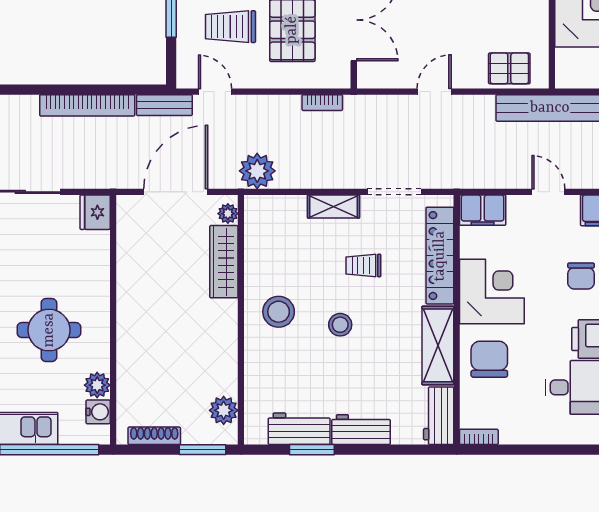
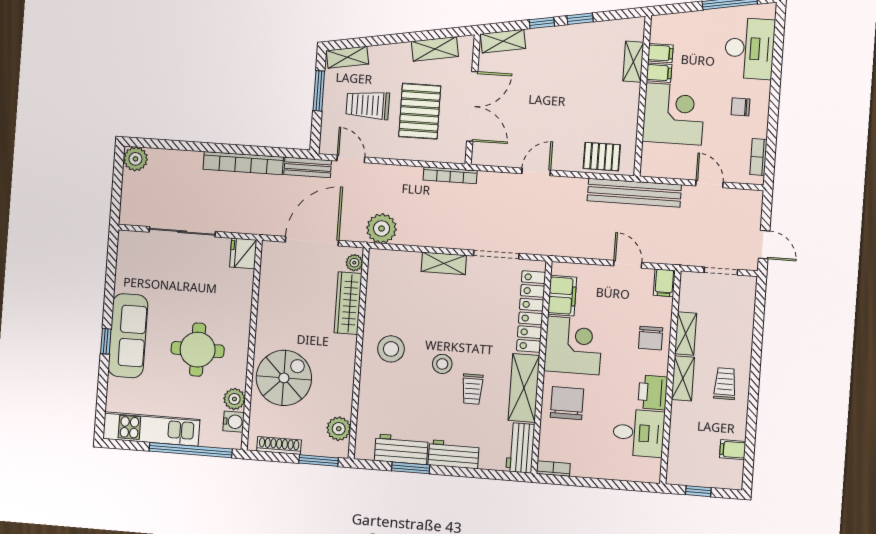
bookcase: (322, 103) -> (450, 175), width x1.56
filing cabinet: (483, 210) -> (562, 296), moved, turned -90
trolley: (363, 265) -> (472, 389), moved, turned -90
spiral stairs: (154, 356) -> (284, 378), added

